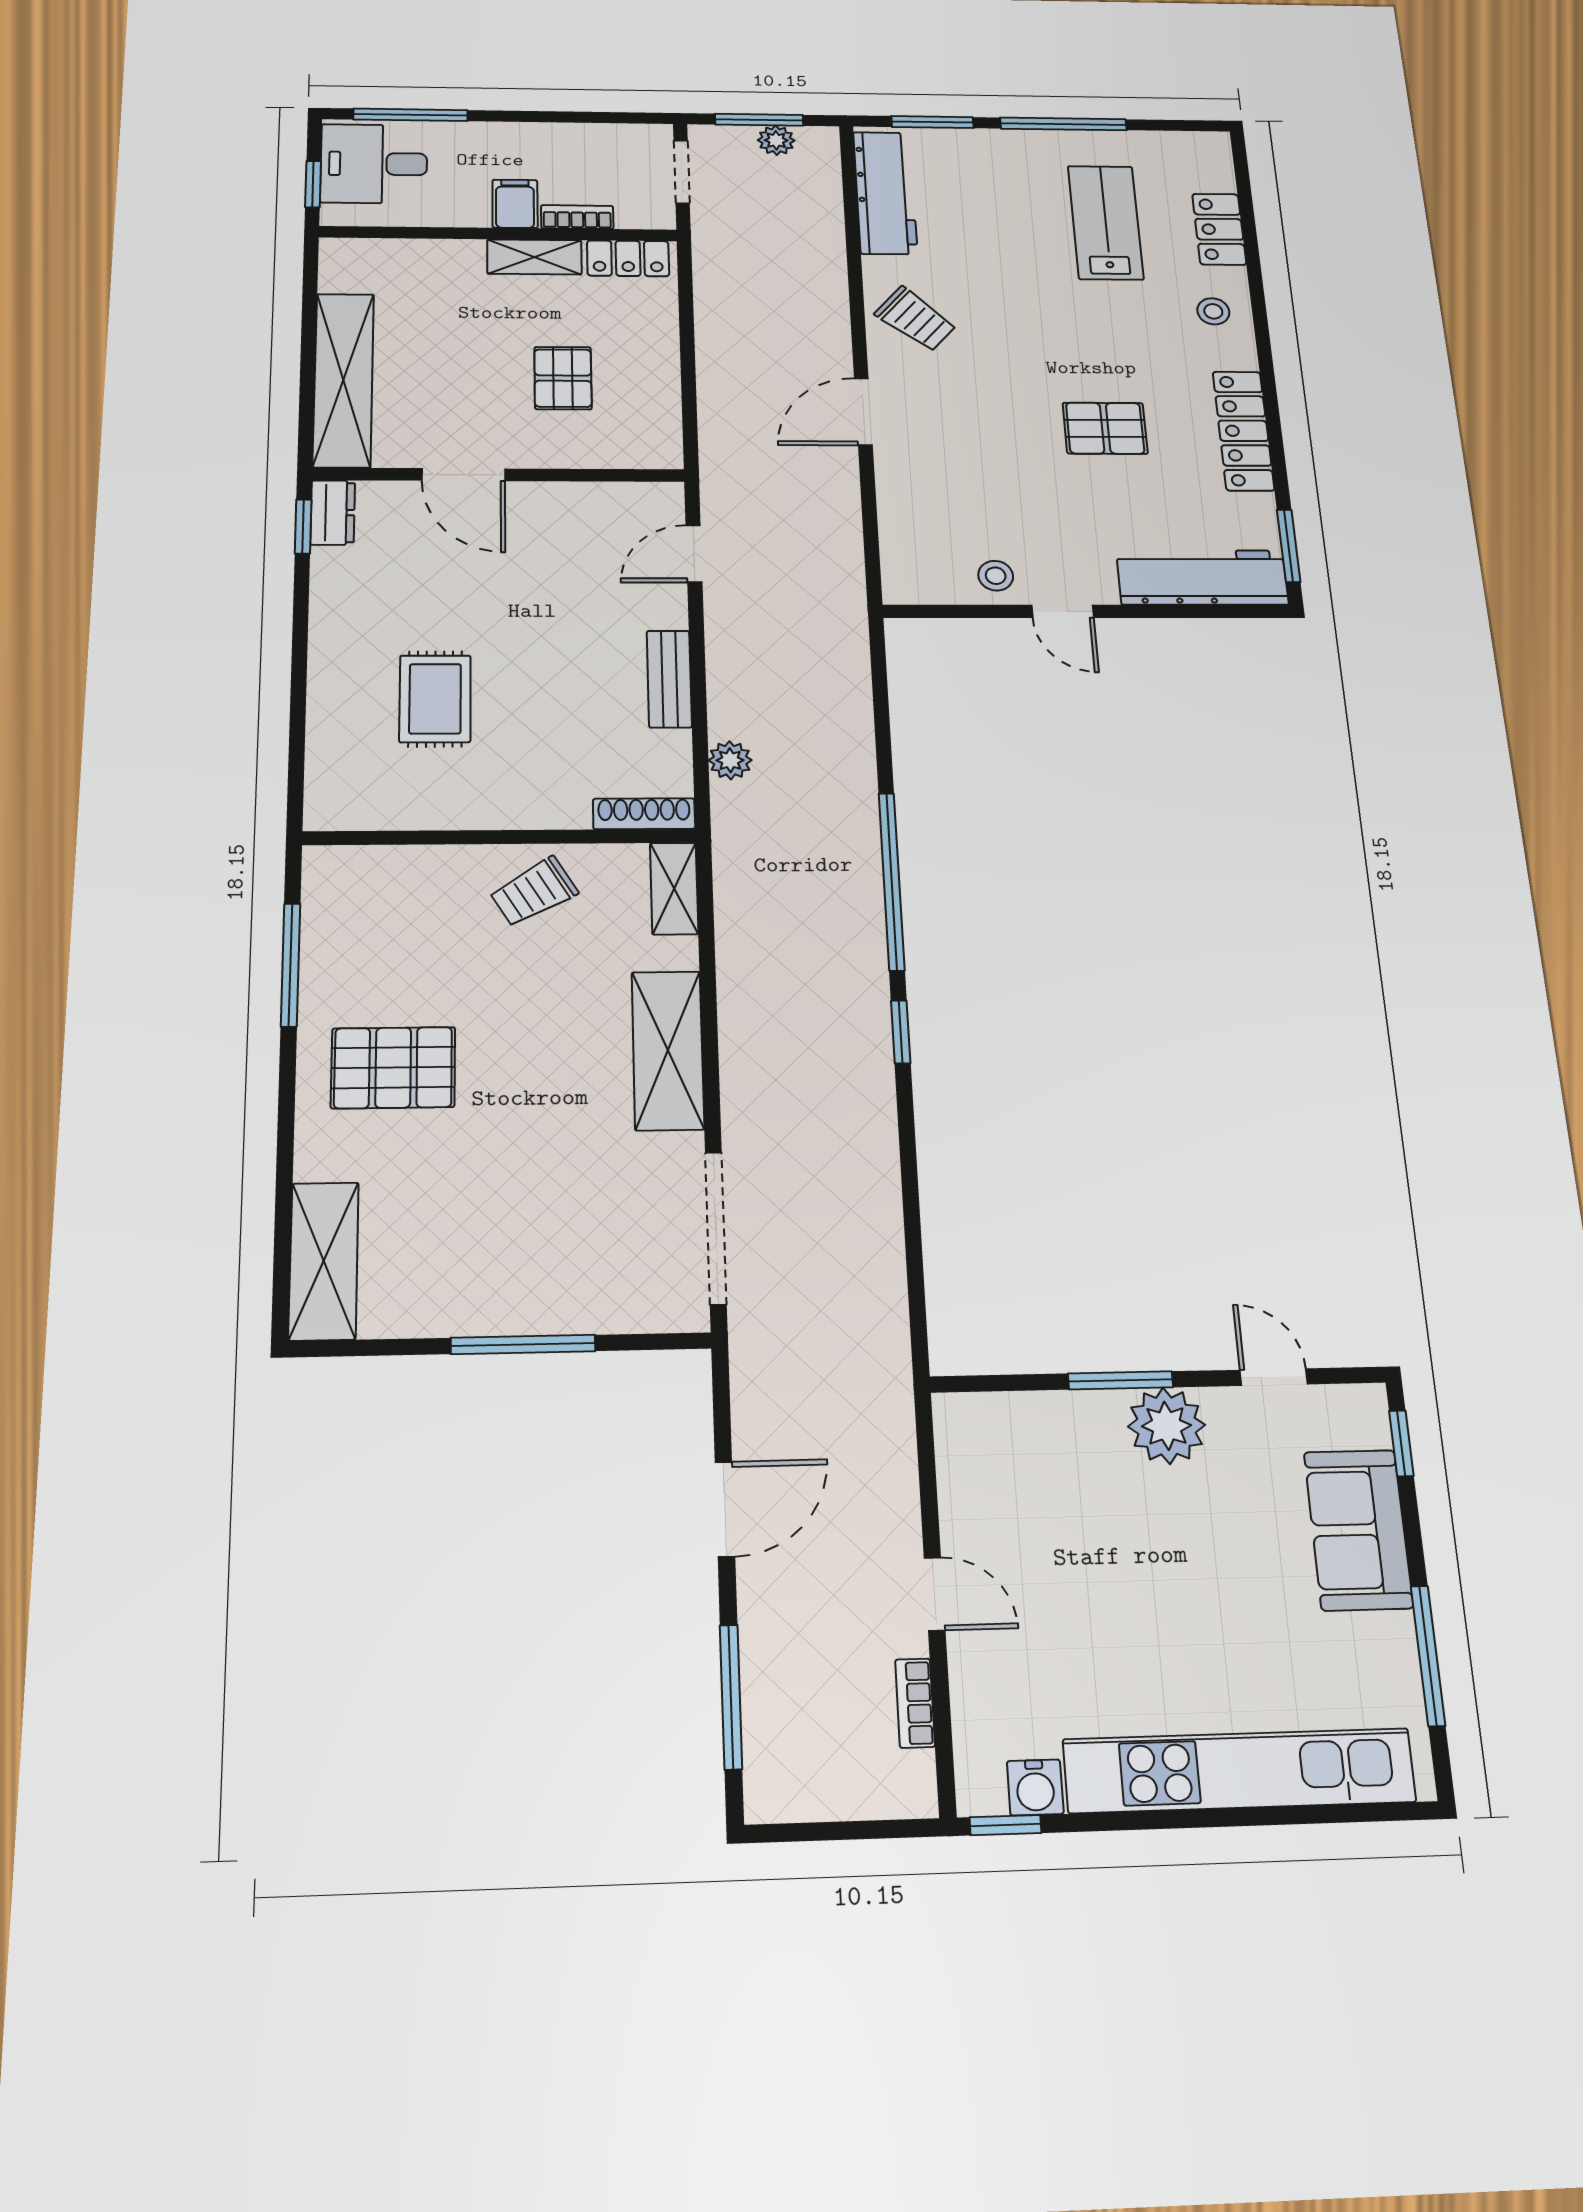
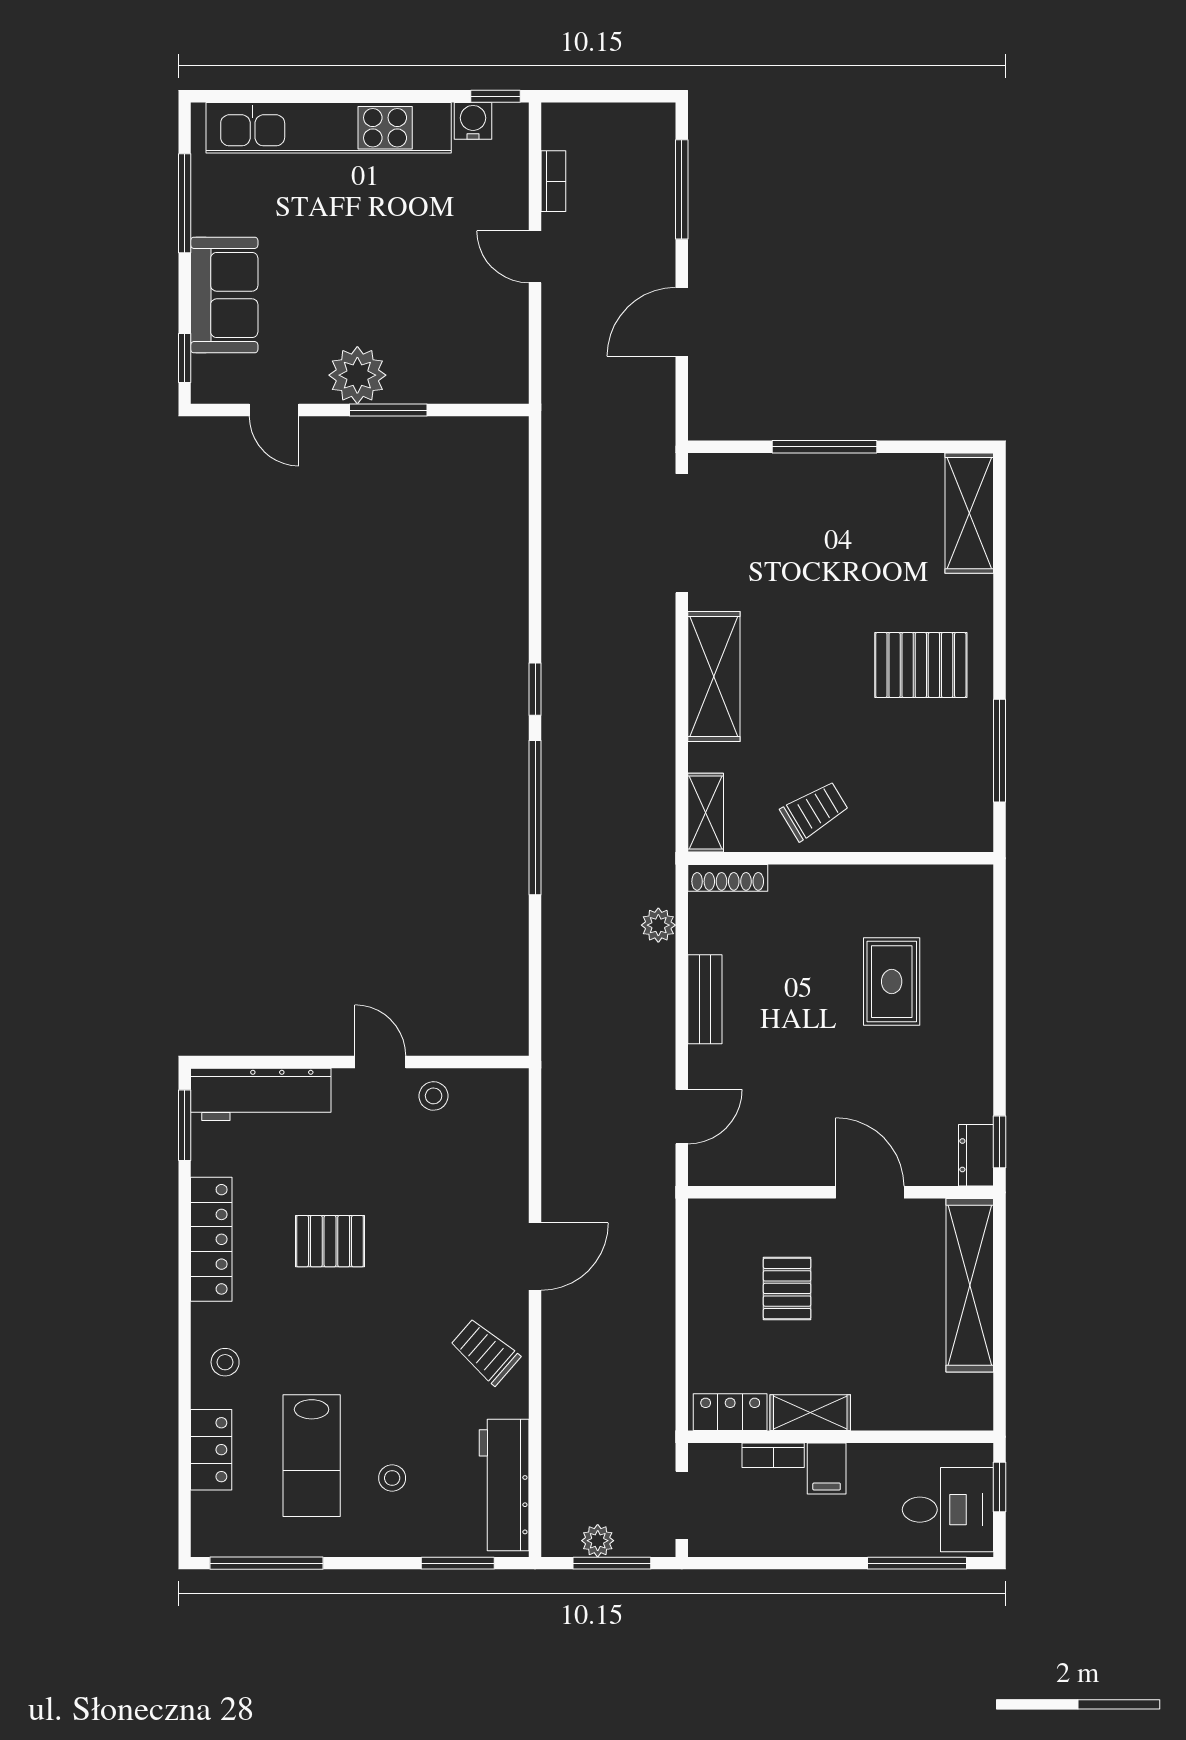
window: (1063, 124) -> (266, 1563), moved
stool: (1013, 201) -> (392, 1478), added

